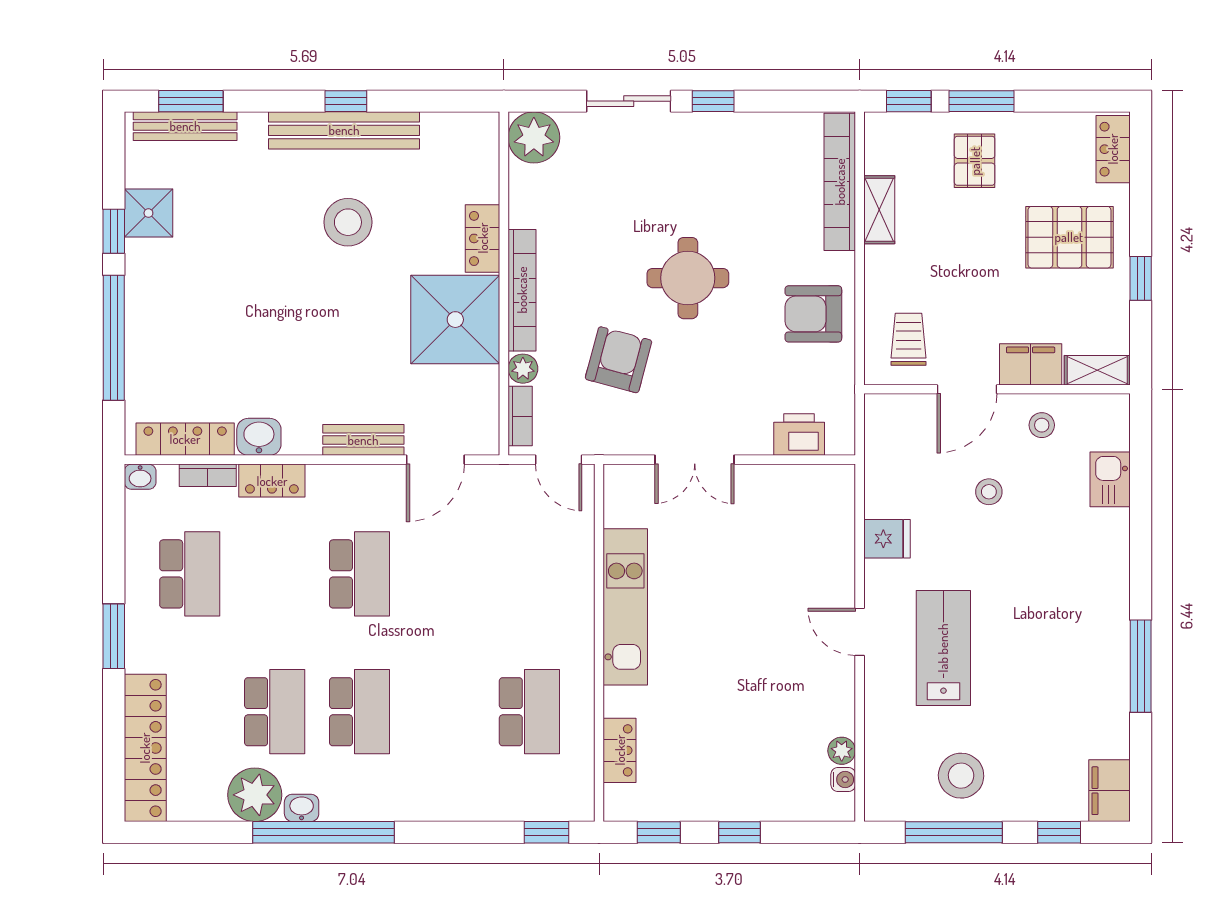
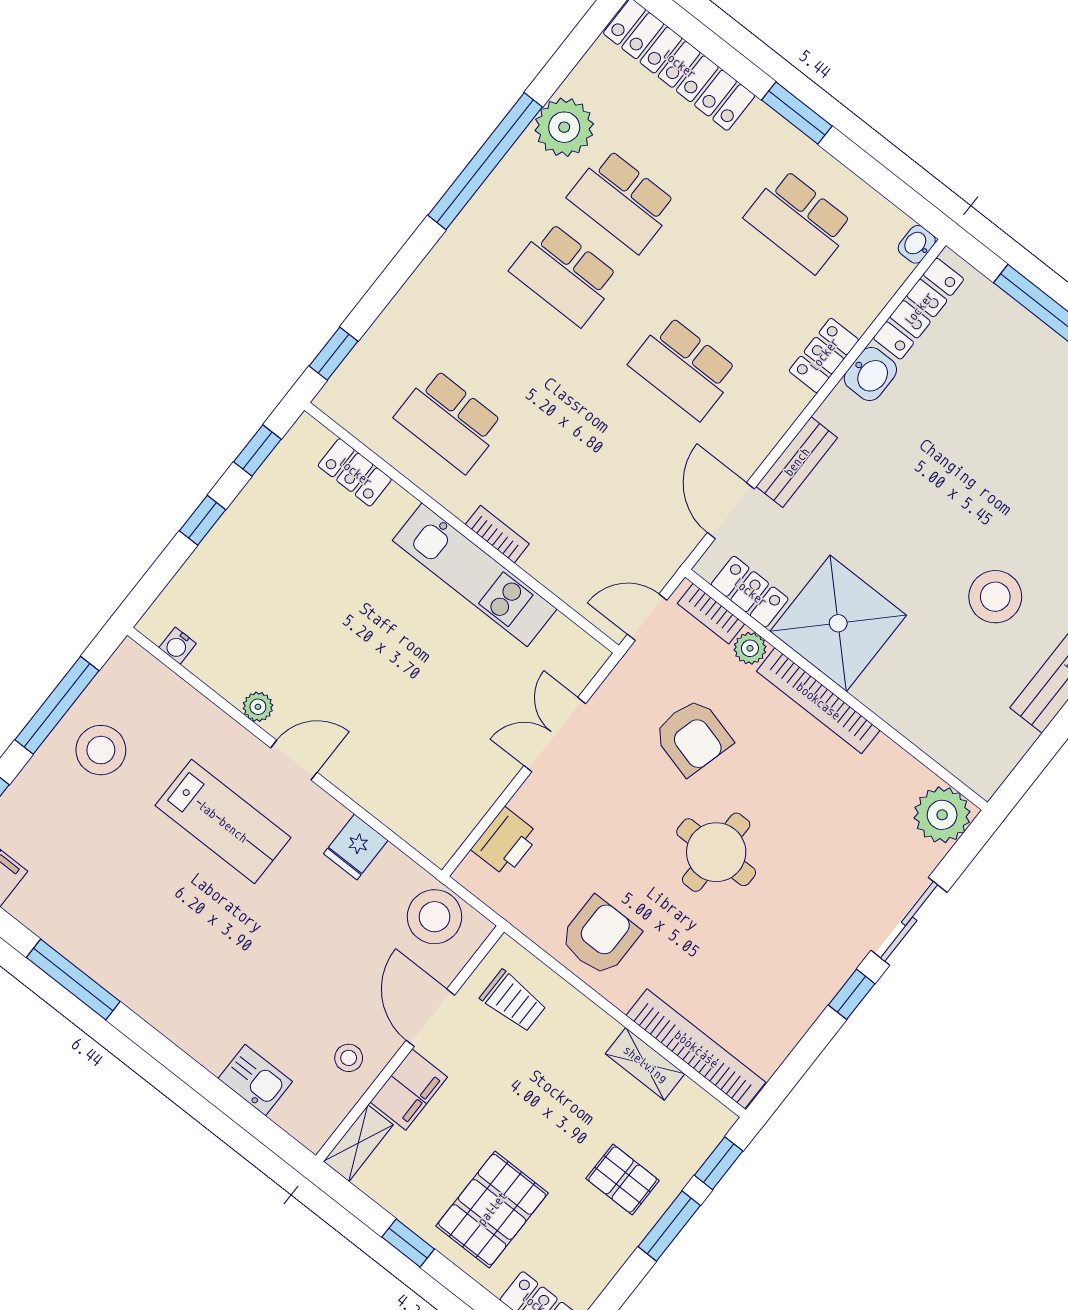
locker: (483, 238) -> (750, 592), moved
bookcase: (208, 475) -> (497, 534), moved, turned 90
stool: (989, 492) -> (435, 917), moved, width x1.89, depth x1.89
plant: (842, 751) -> (258, 707), moved
washbasin: (302, 808) -> (521, 159), removed

